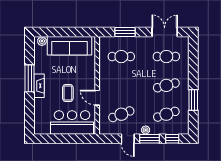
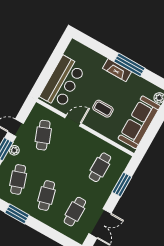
coffee table: (68, 93) -> (103, 109), moved

